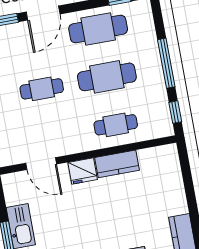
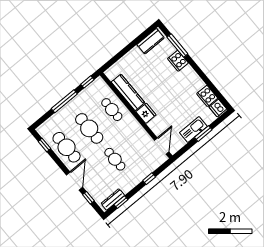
door: (43, 13) -> (74, 181), hinge flipped
door: (41, 164) -> (162, 146), moved
kitchen counter: (117, 164) -> (128, 92), width x1.50

